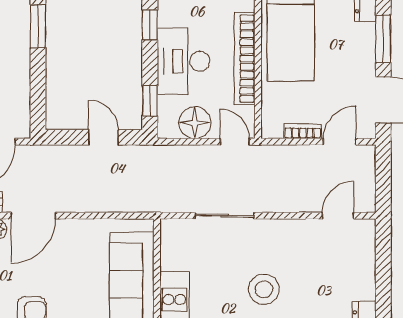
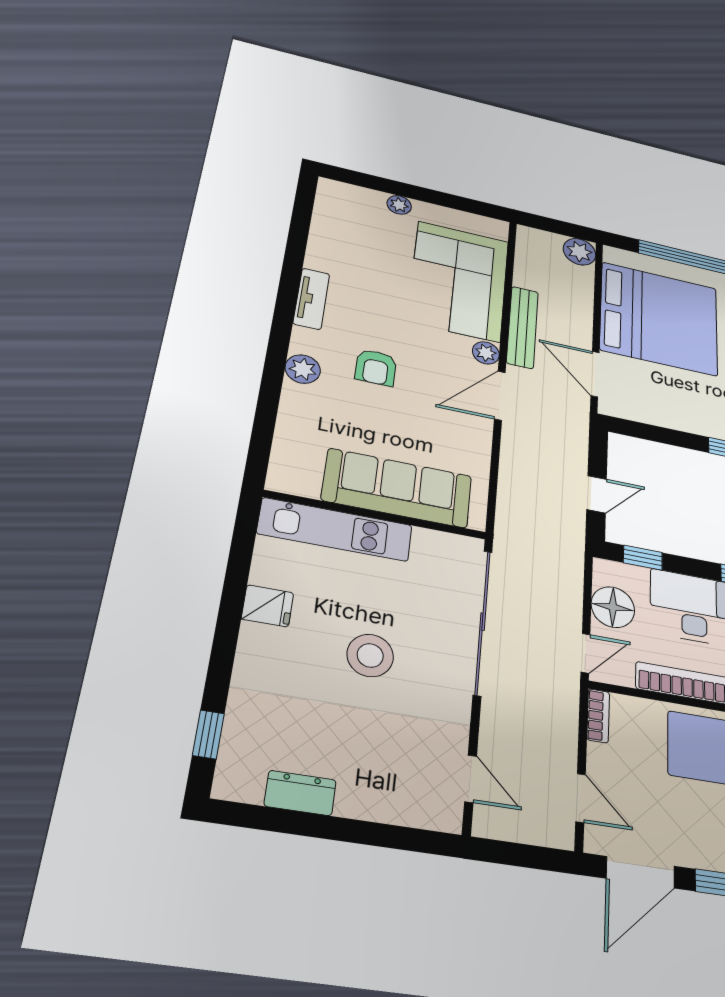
bookcase: (303, 131) -> (598, 716), moved
door: (33, 216) -> (500, 396), hinge flipped
sliding door: (225, 216) -> (483, 622), width x1.86

